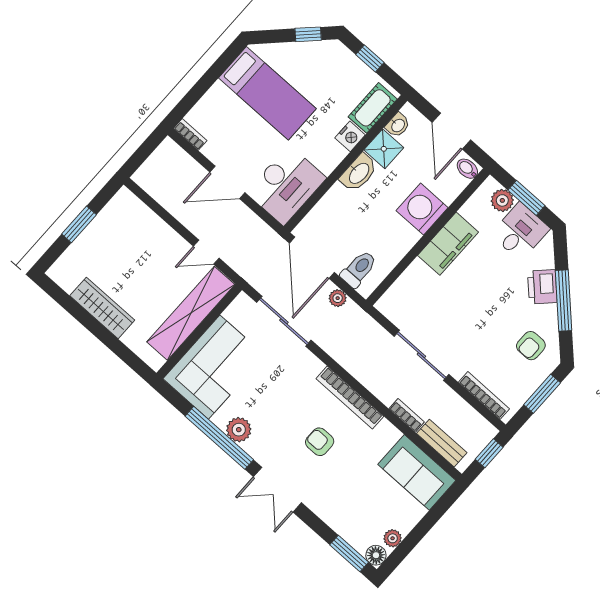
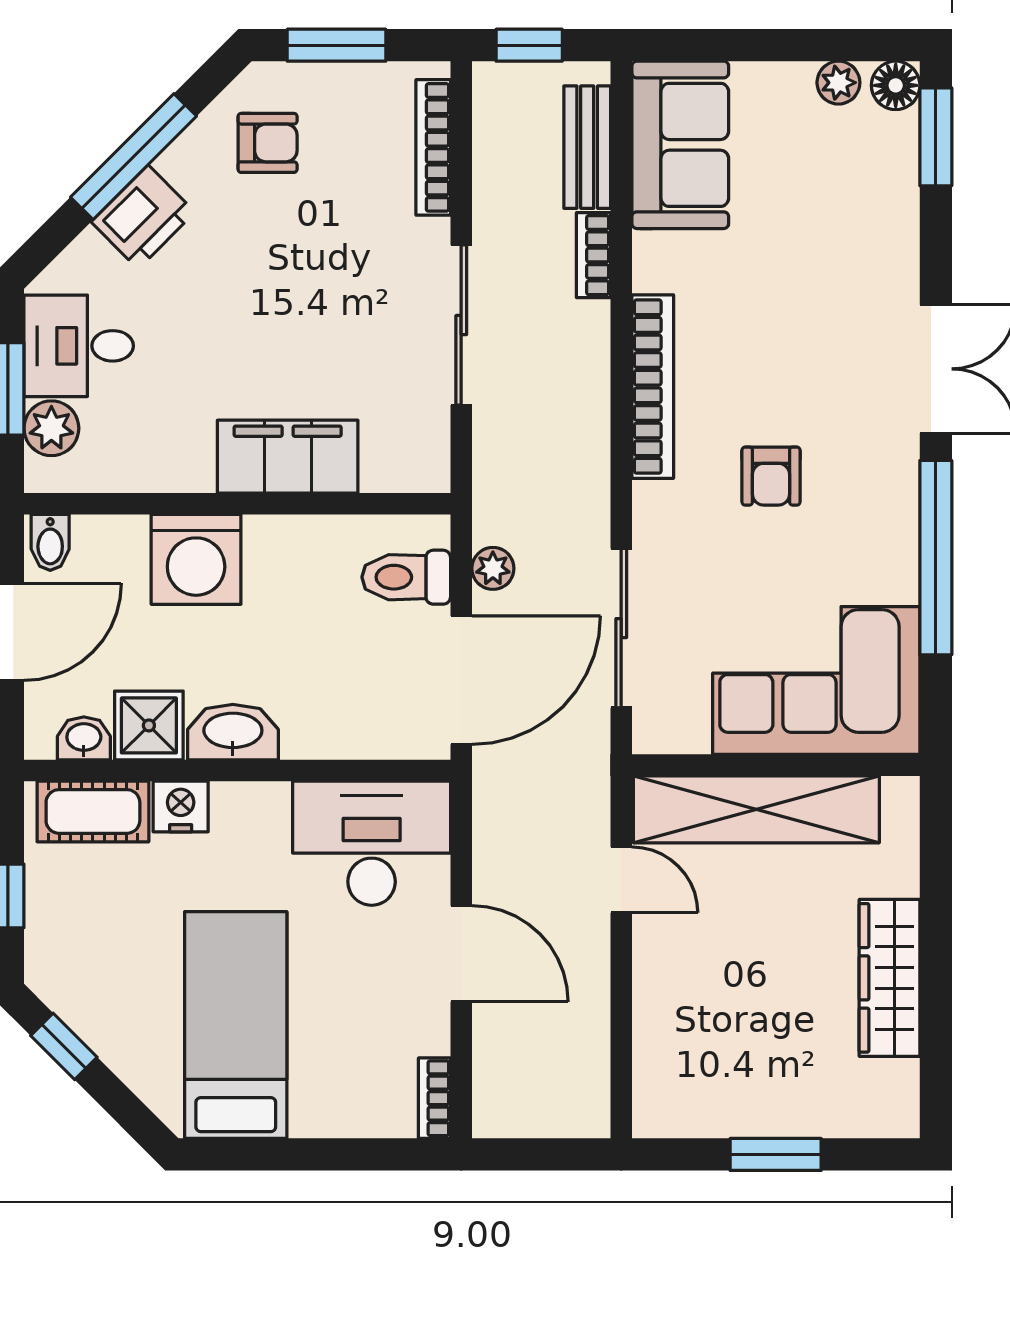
filing cabinet: (448, 244) -> (288, 457), moved
plant: (239, 430) -> (890, 535), removed
armchair: (320, 442) -> (771, 476), moved

